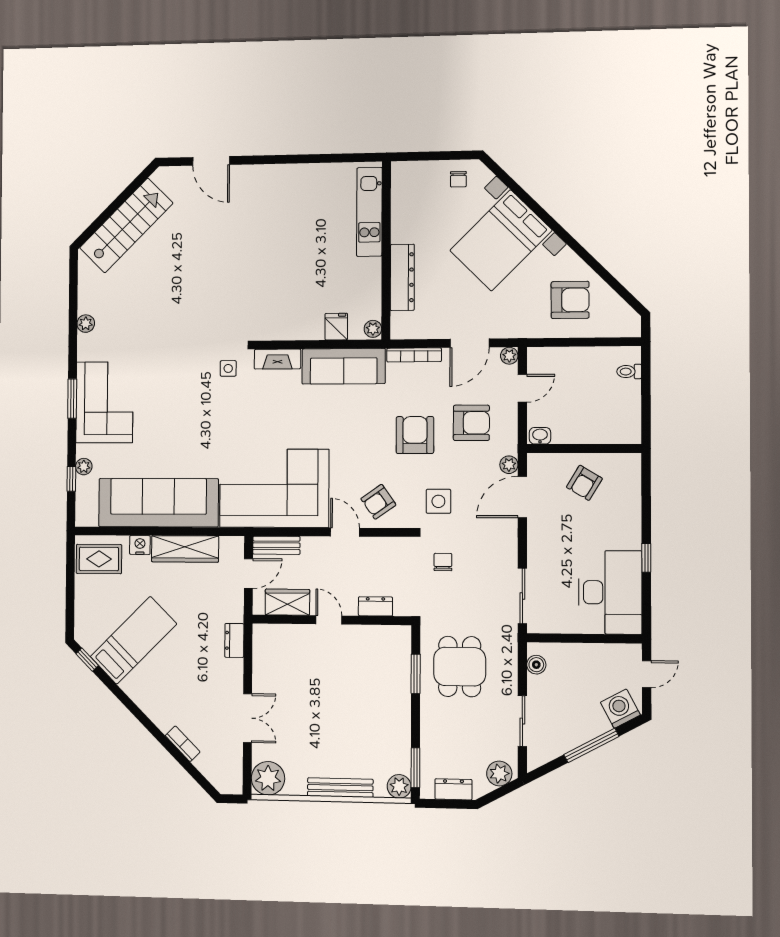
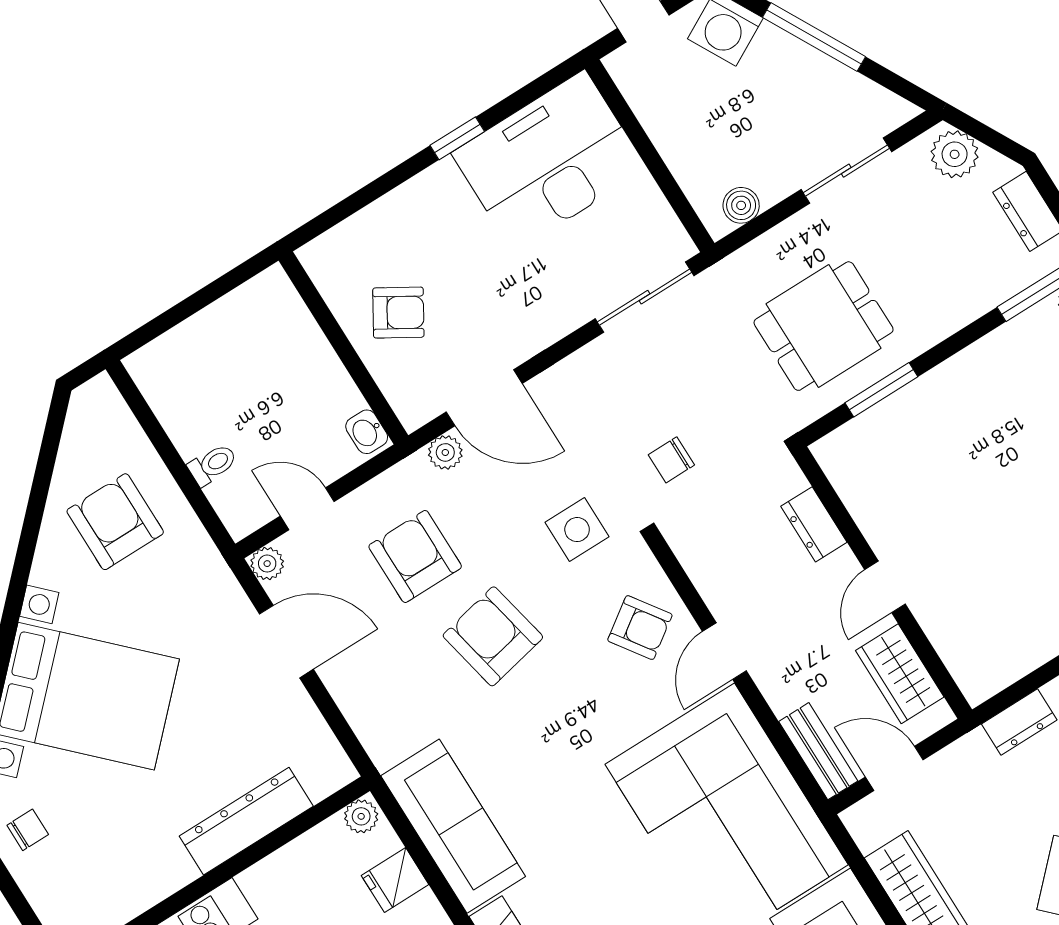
bookcase: (414, 355) -> (362, 721), removed
toilet: (629, 371) -> (213, 464), moved, turned -90
armchair: (415, 435) -> (493, 636), turned 78

